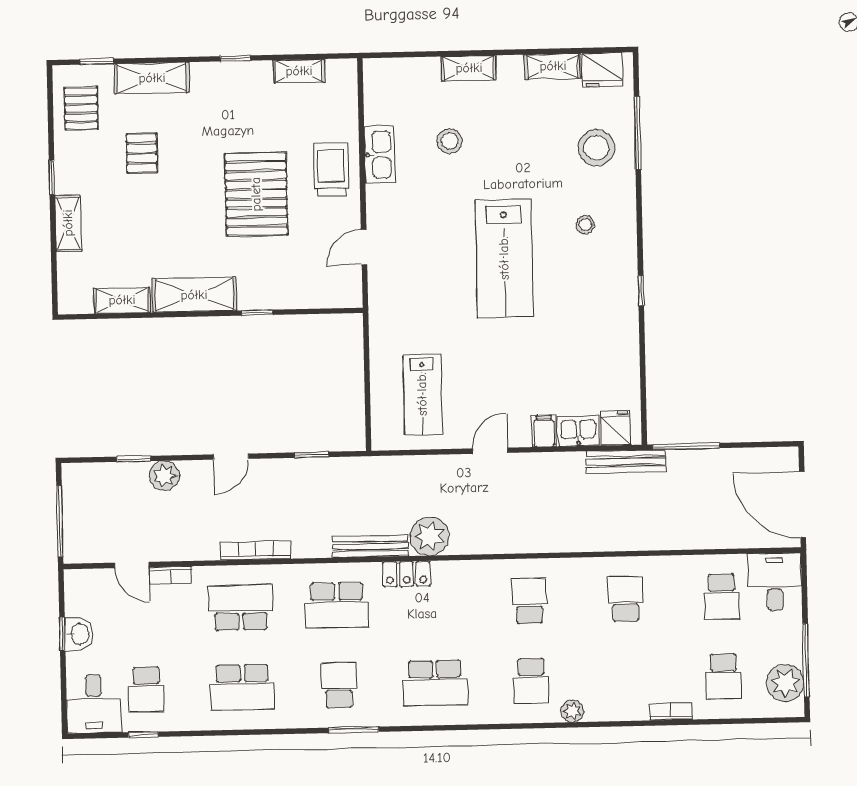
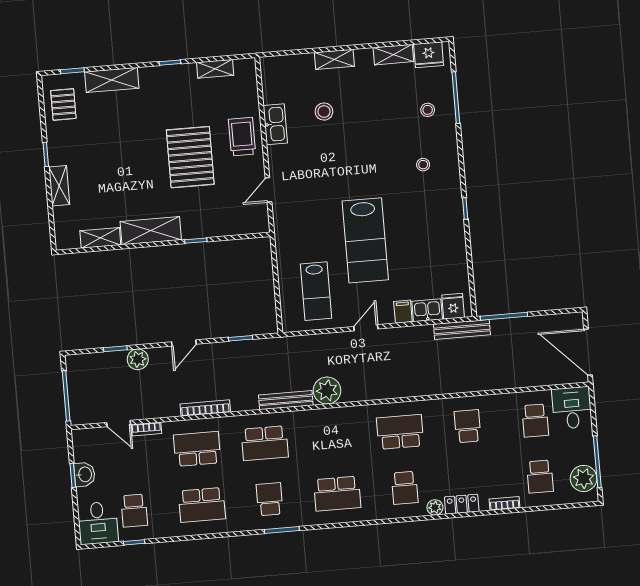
stool: (596, 148) -> (428, 110), width x0.53, depth x0.53
pallet: (142, 153) -> (108, 133), removed
lab bench: (504, 258) -> (365, 240), moved
locker: (406, 574) -> (462, 504), moved, turned 180
school desk: (529, 601) -> (400, 432), width x1.85

